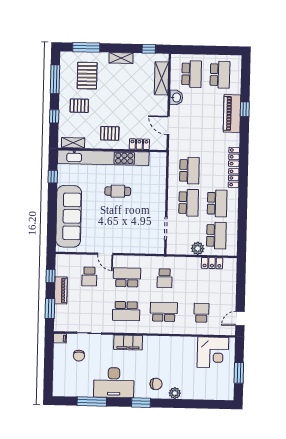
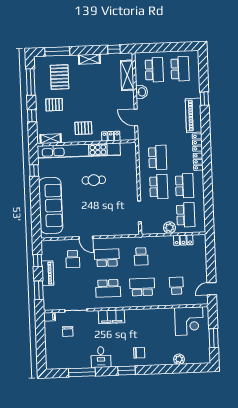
piano: (232, 114) -> (194, 115), moved
desk: (114, 383) -> (101, 357), width x0.53, depth x0.77
plant: (175, 393) -> (179, 359), moved

